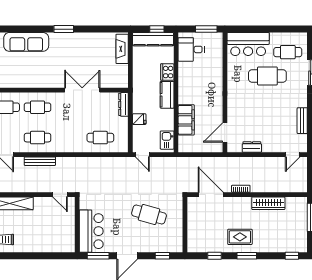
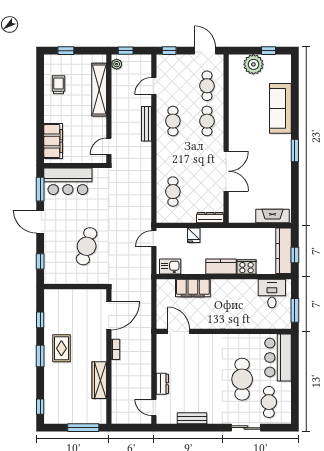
dresser: (252, 147) -> (162, 384), moved
filing cabinet: (55, 244) -> (53, 141), added

